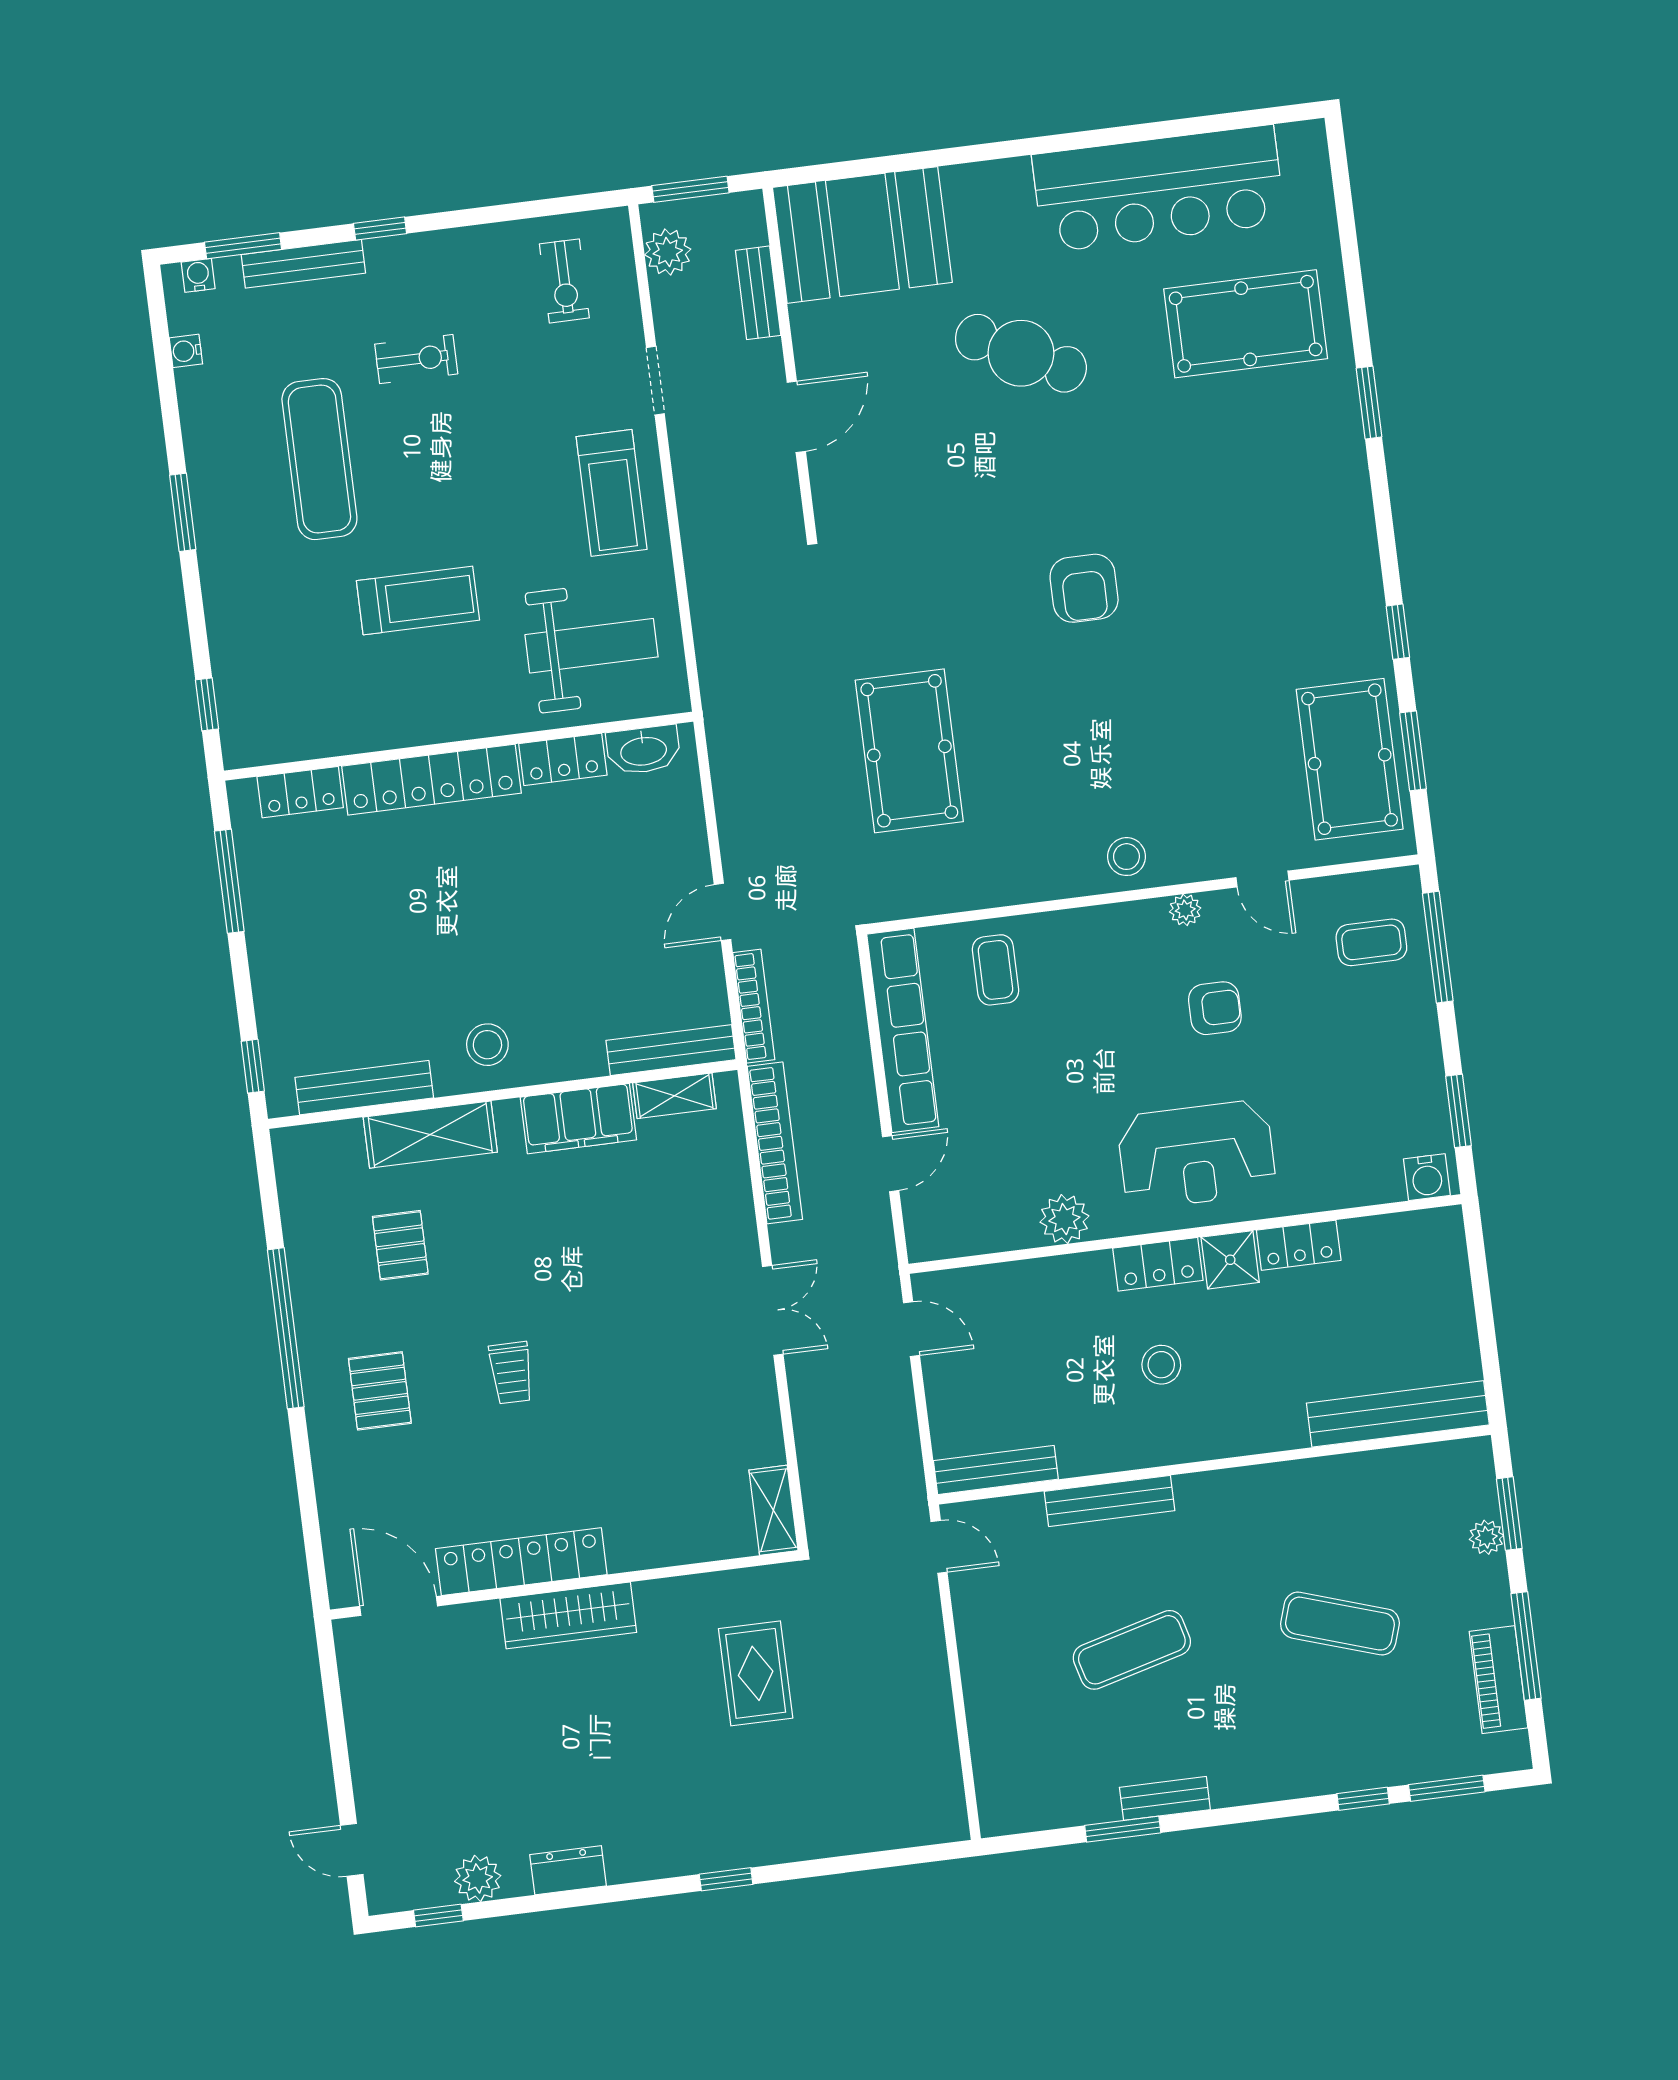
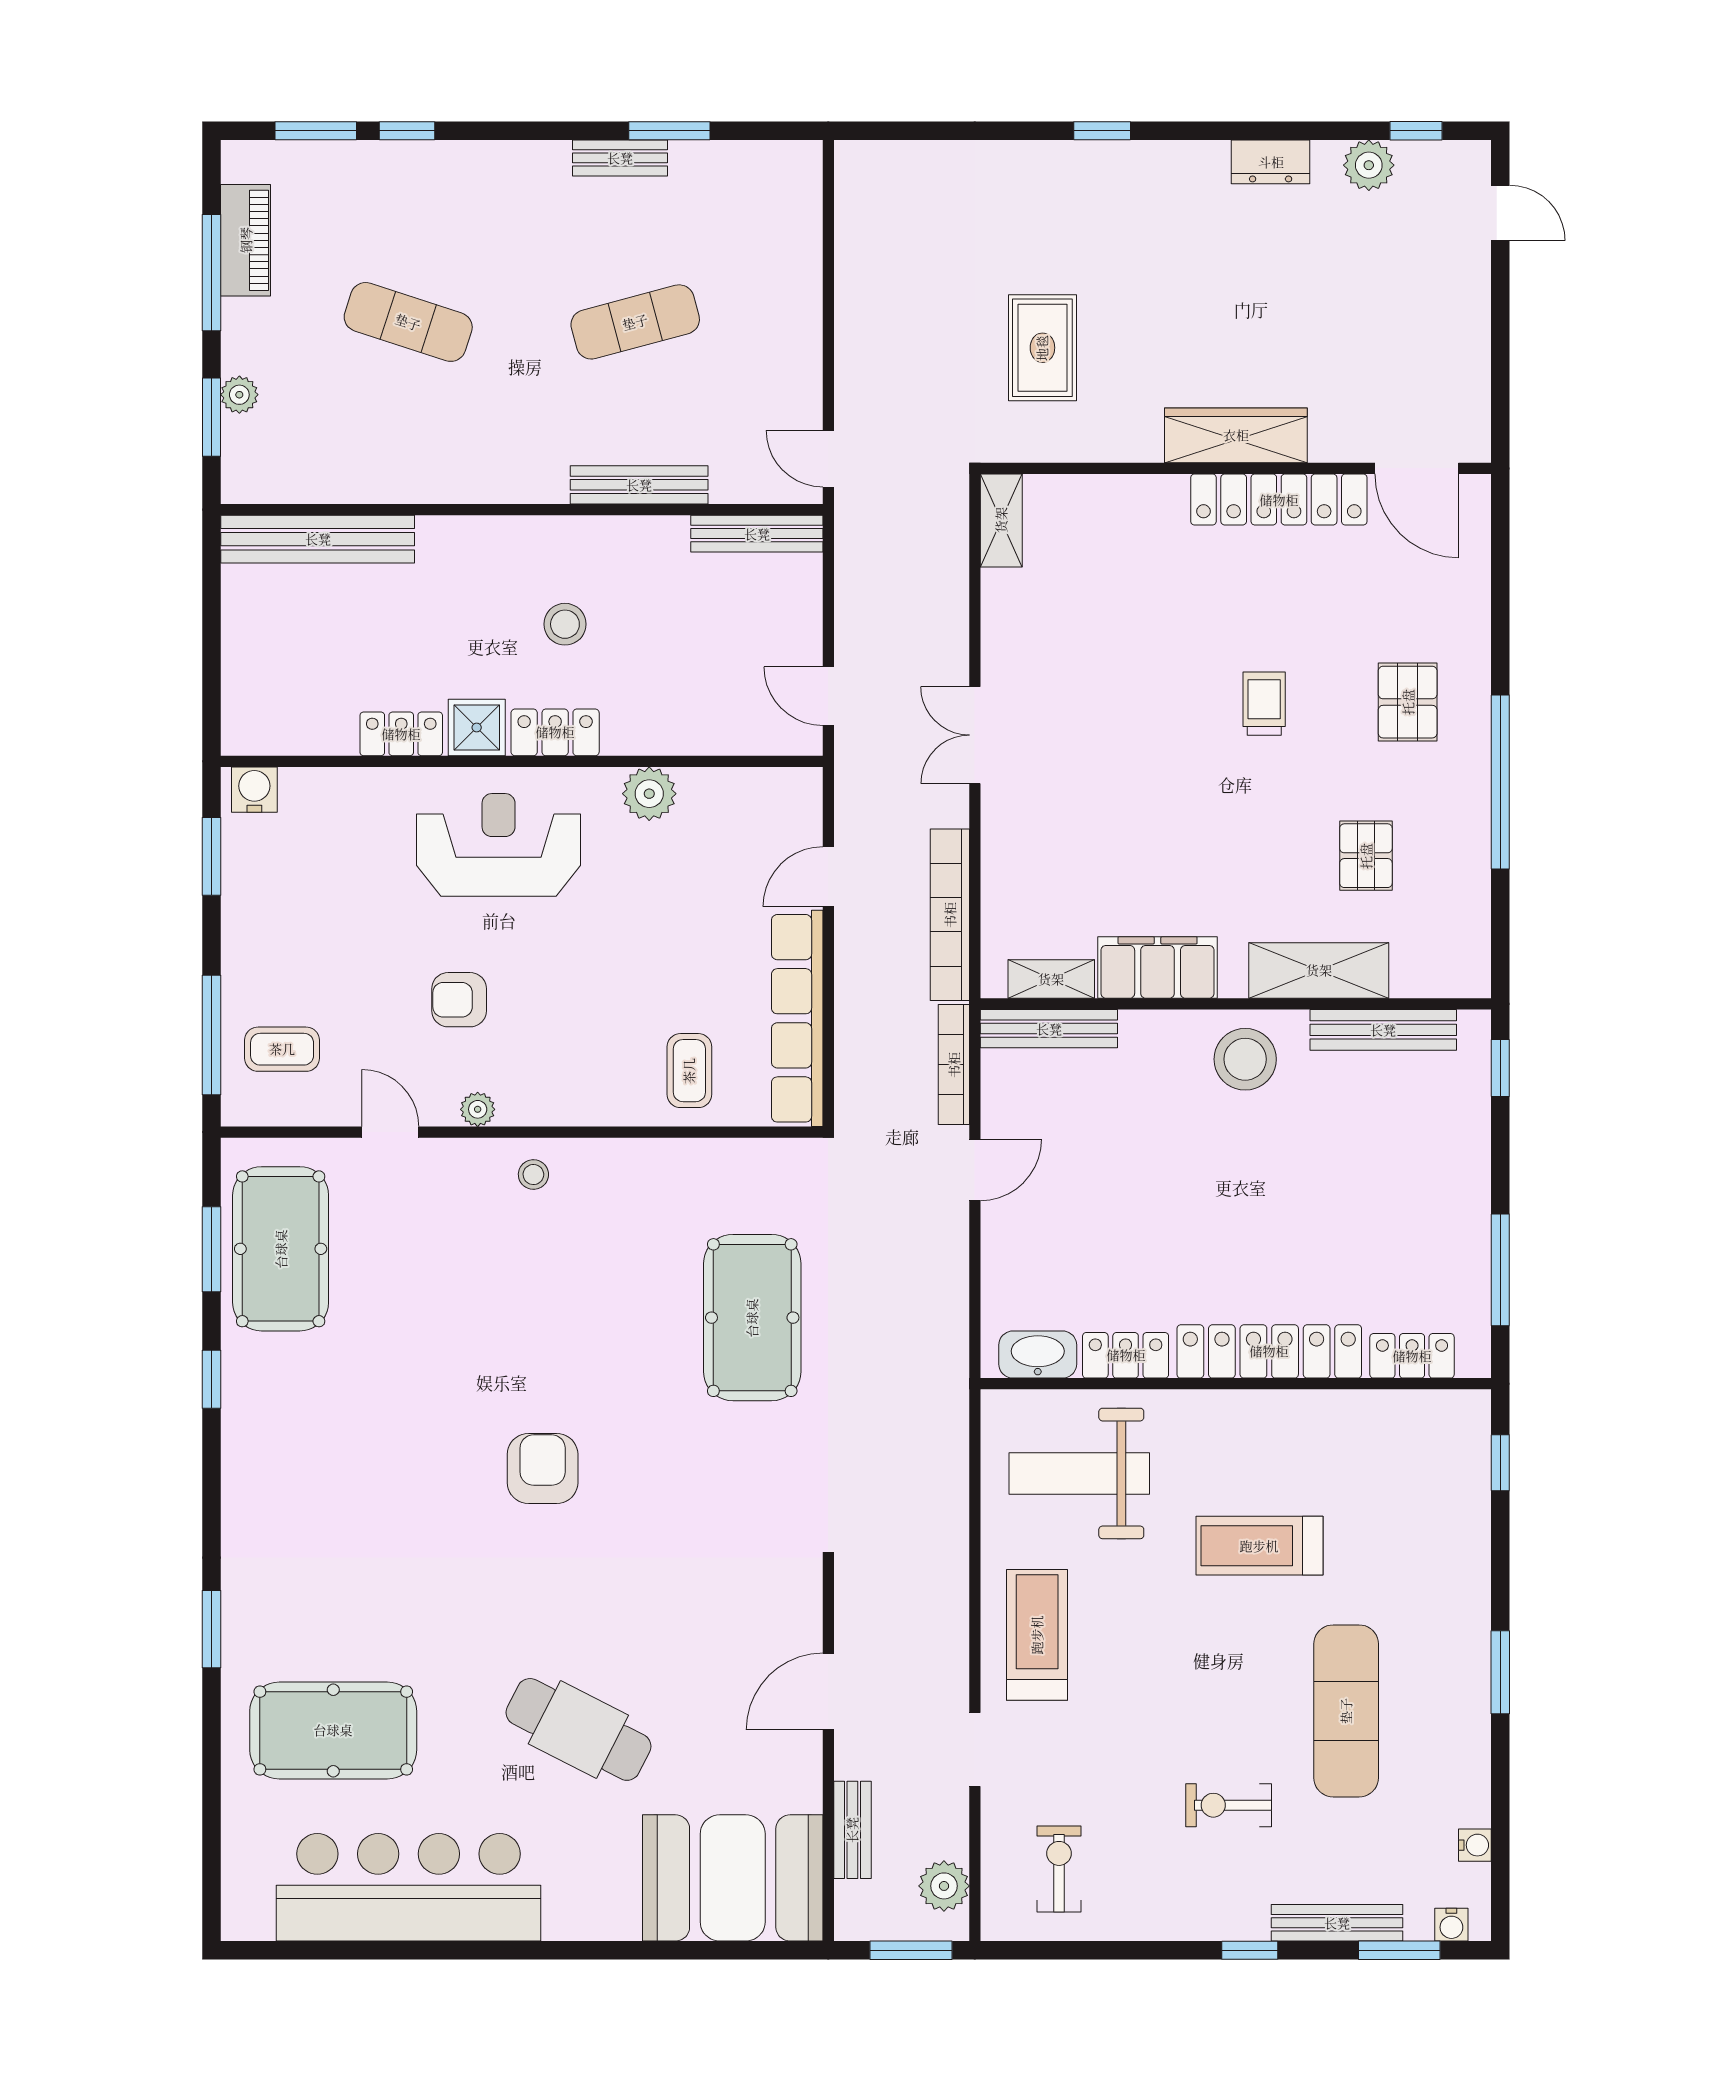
stool: (1126, 857) -> (533, 1175), width x0.73, depth x0.73
stool: (487, 1045) -> (1245, 1059), width x1.38, depth x1.38

